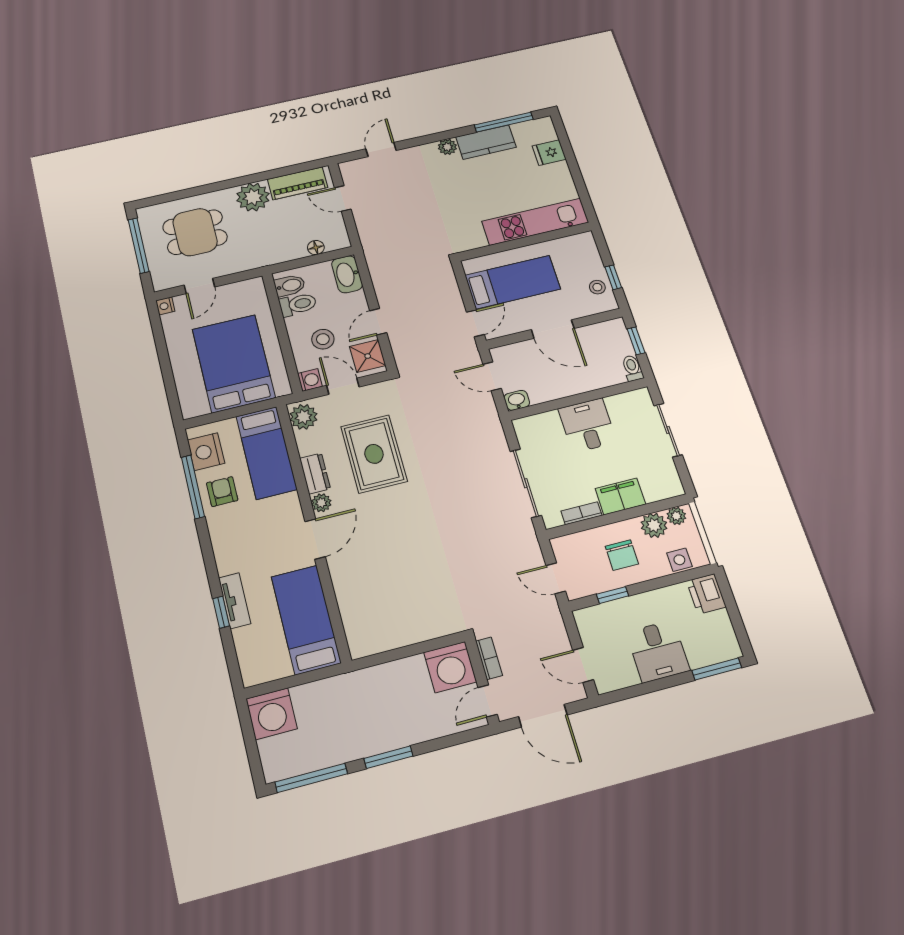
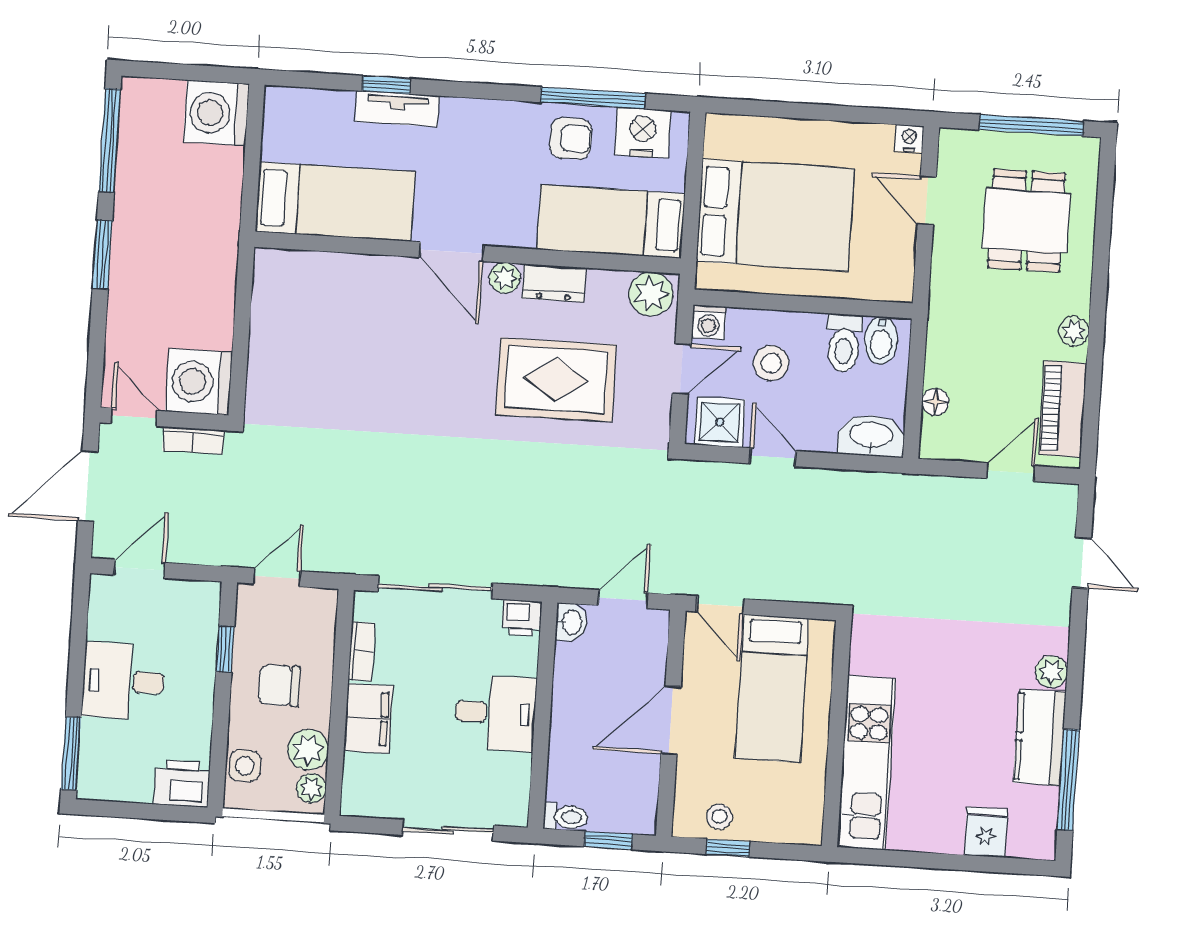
plant: (253, 197) -> (1074, 331), width x0.53, depth x0.53
printer: (525, 428) -> (522, 618), added

